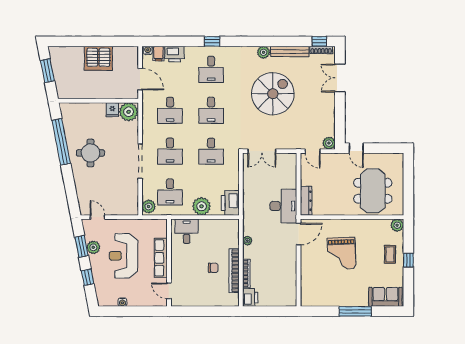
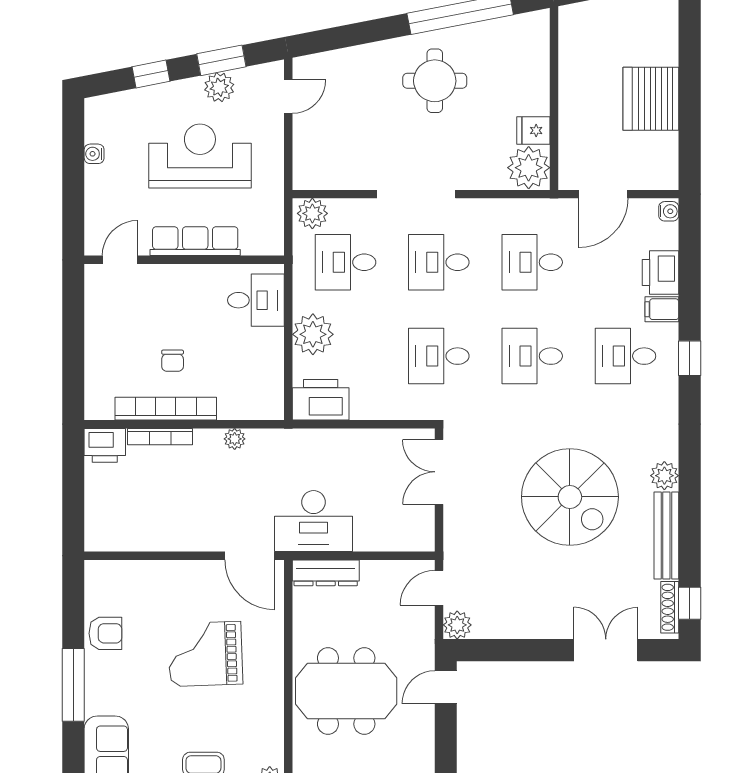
filing cabinet: (158, 53) -> (662, 309), moved
meeting table: (373, 191) -> (346, 691), moved
armchair: (333, 297) -> (105, 633), added

